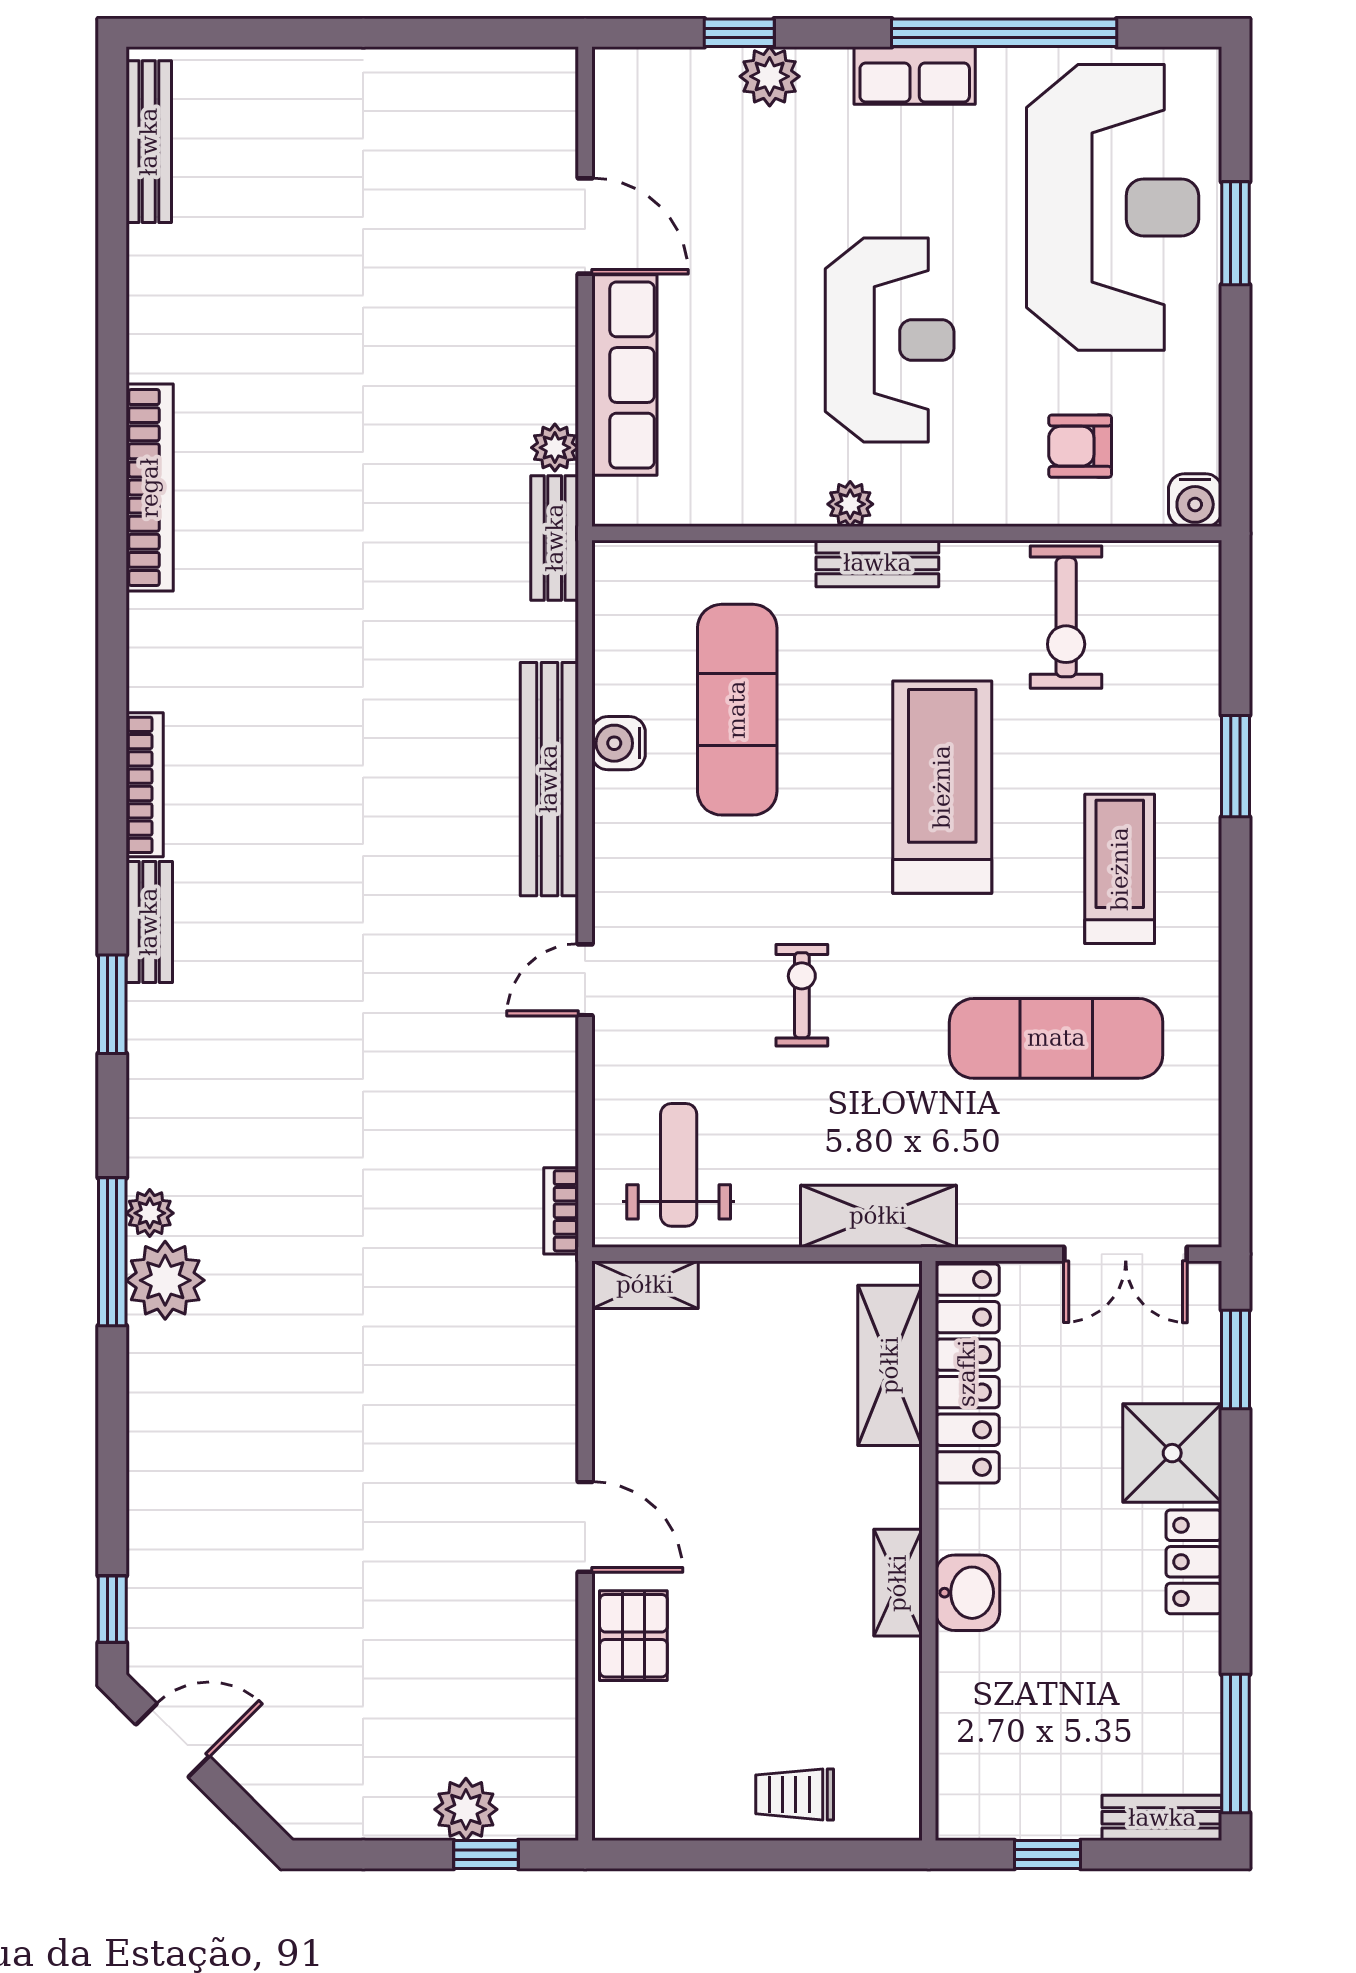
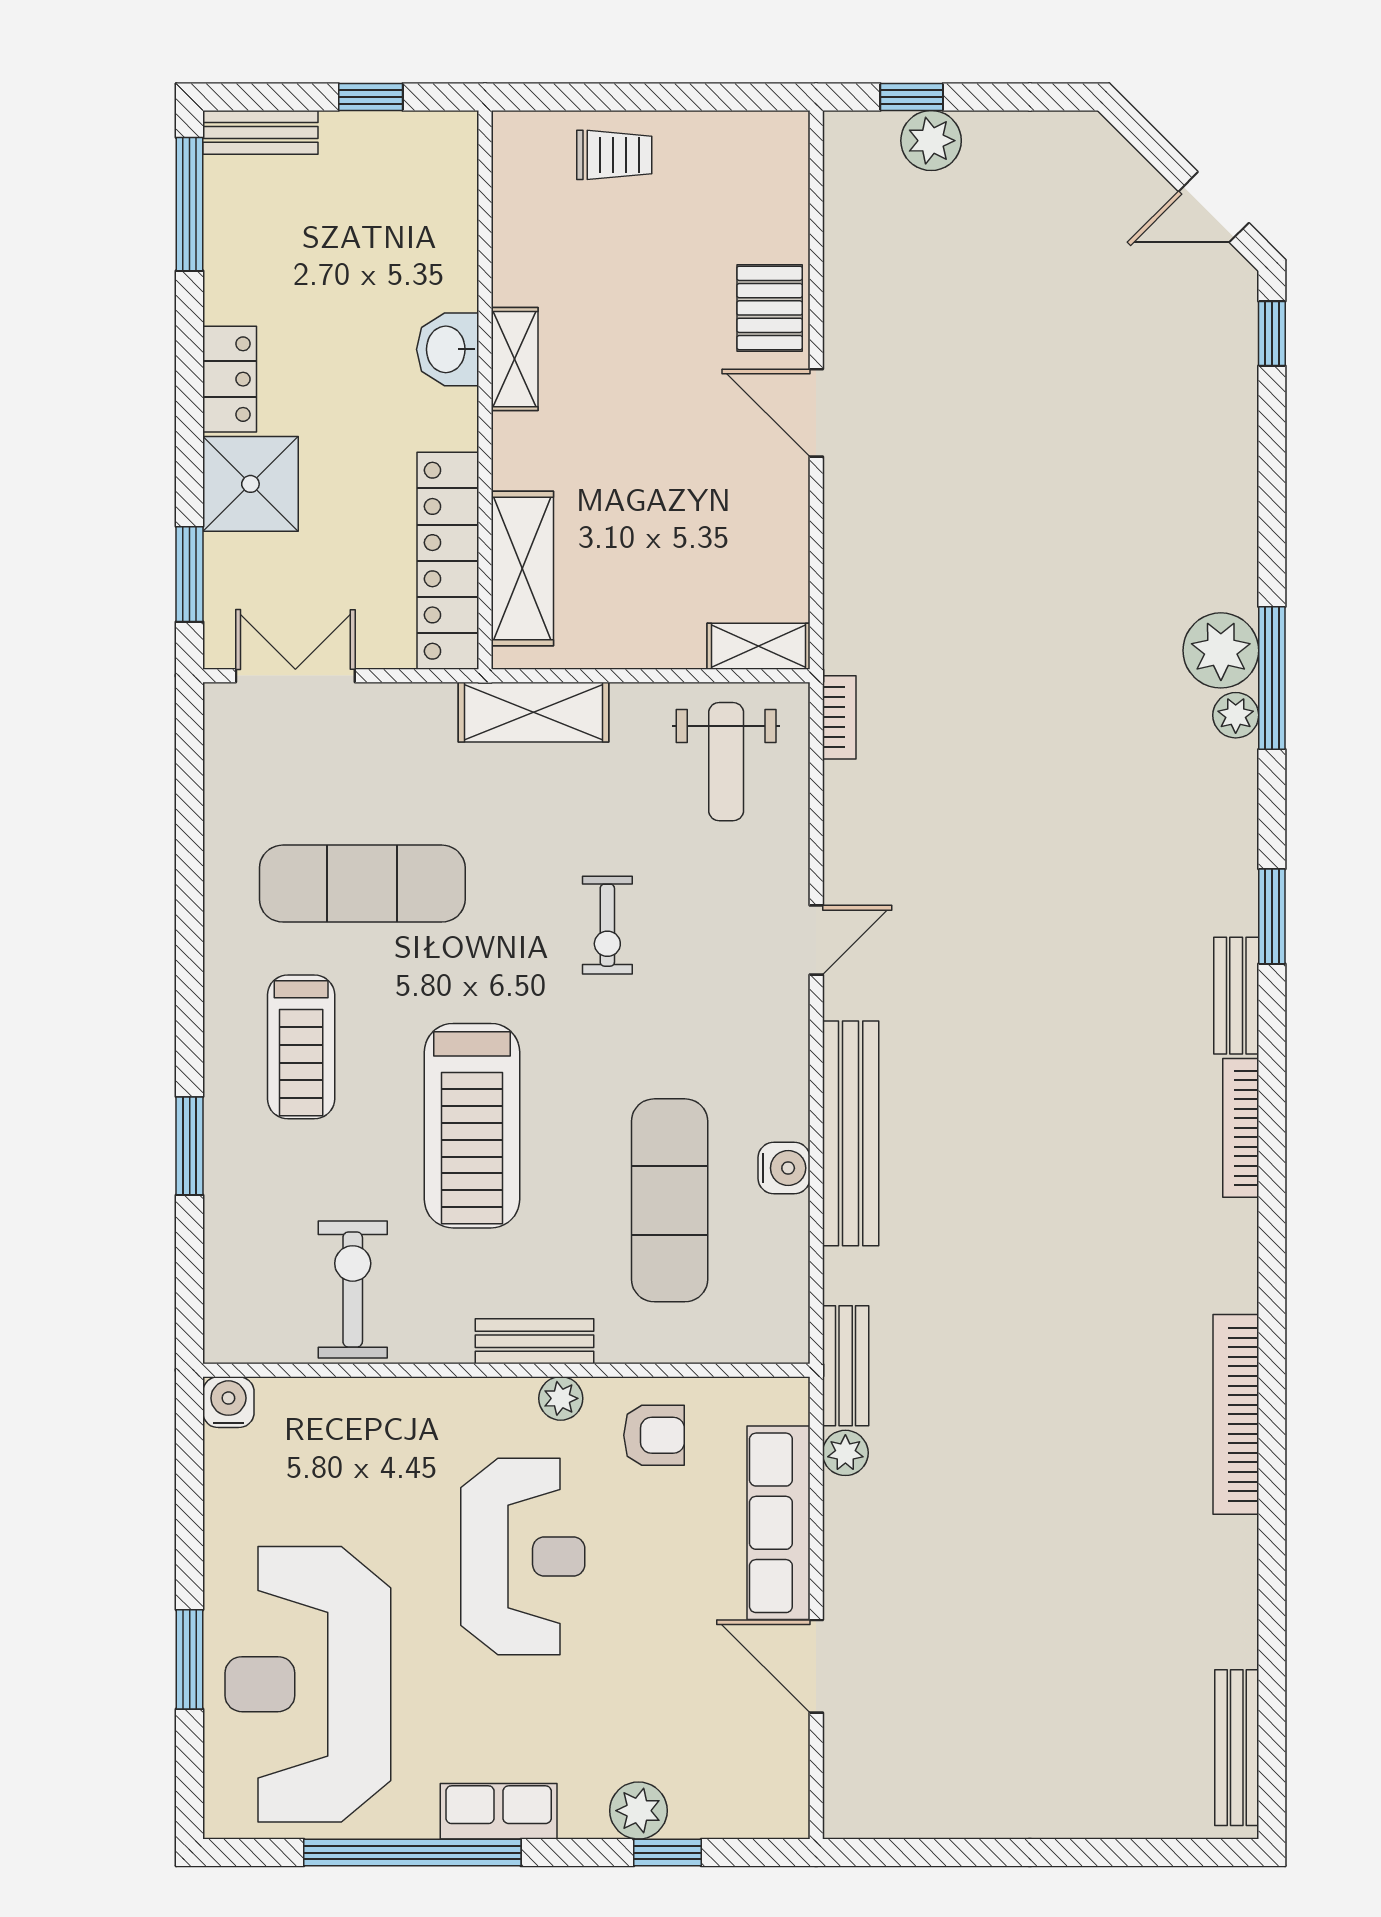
reception desk: (890, 340) -> (523, 1557), turned 180
armchair: (1080, 446) -> (654, 1435), moved

